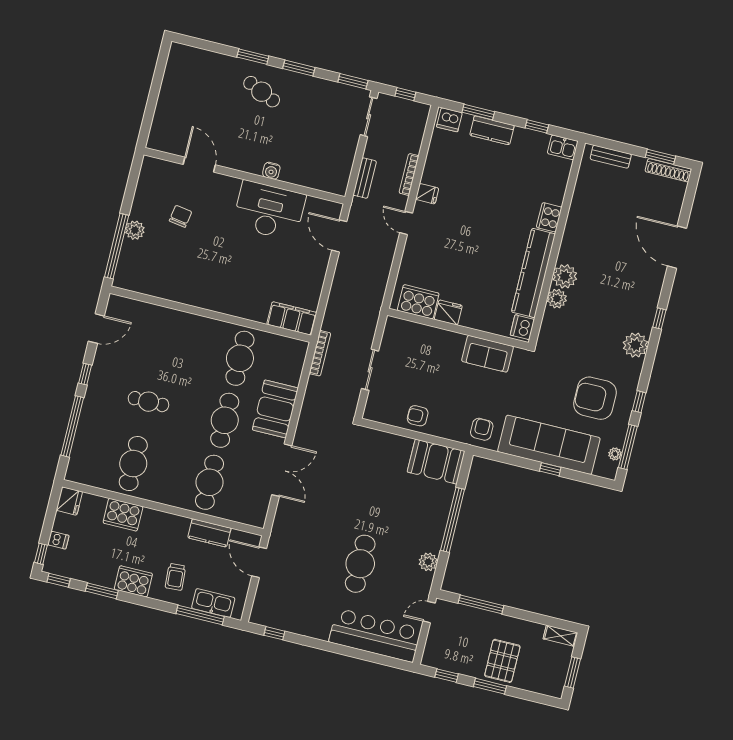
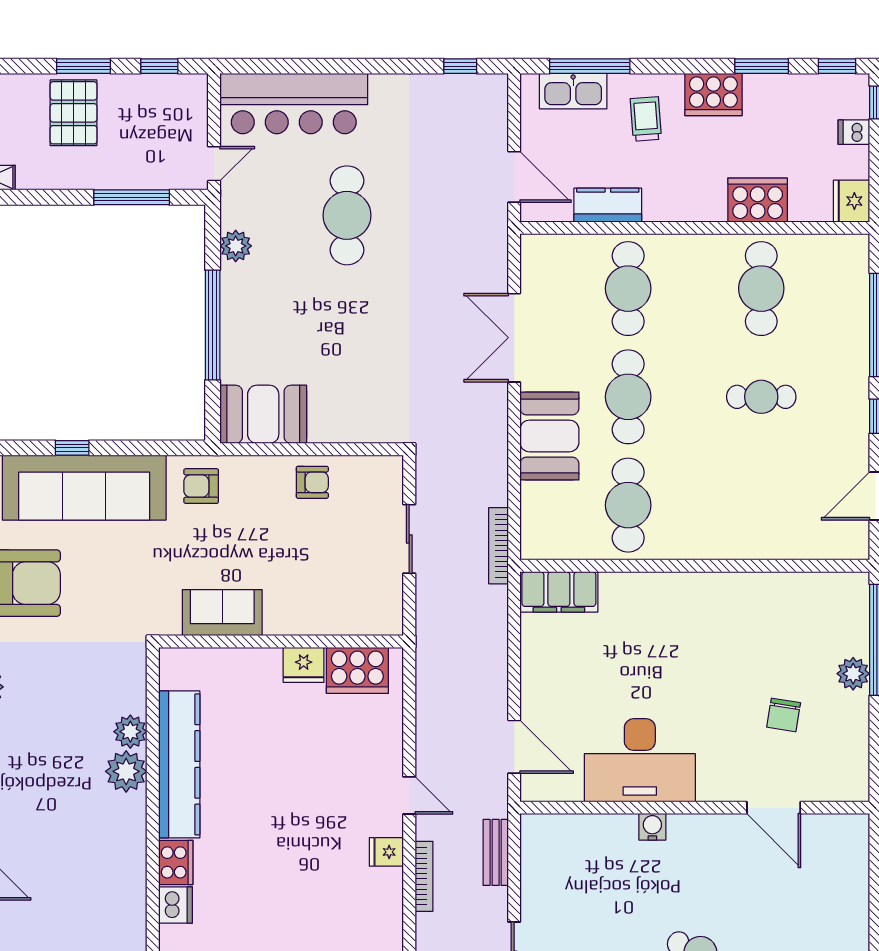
dishwasher: (522, 327) -> (176, 905), moved
armchair: (482, 429) -> (201, 486), turned 90

